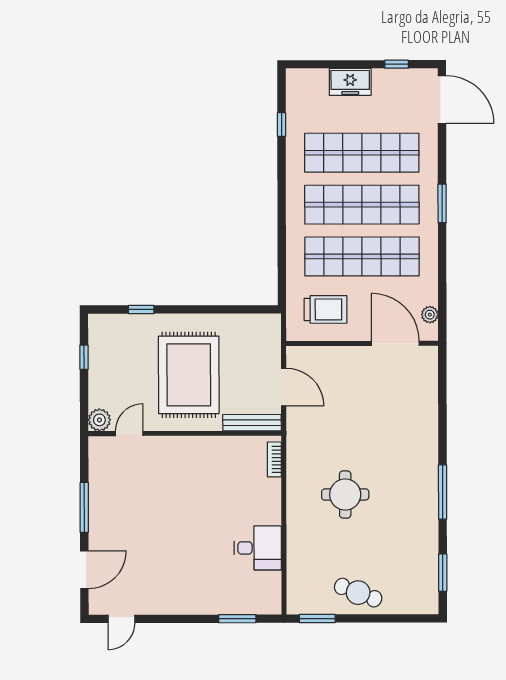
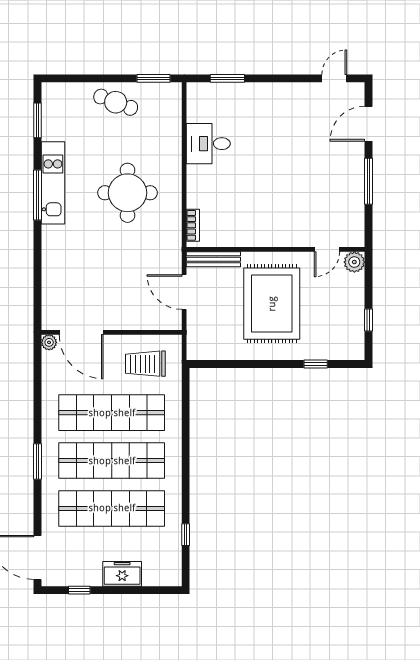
plant: (430, 315) -> (49, 342), moved
round table: (345, 495) -> (127, 193), width x1.36, depth x1.36
kitchen unit: (426, 505) -> (53, 183), added

